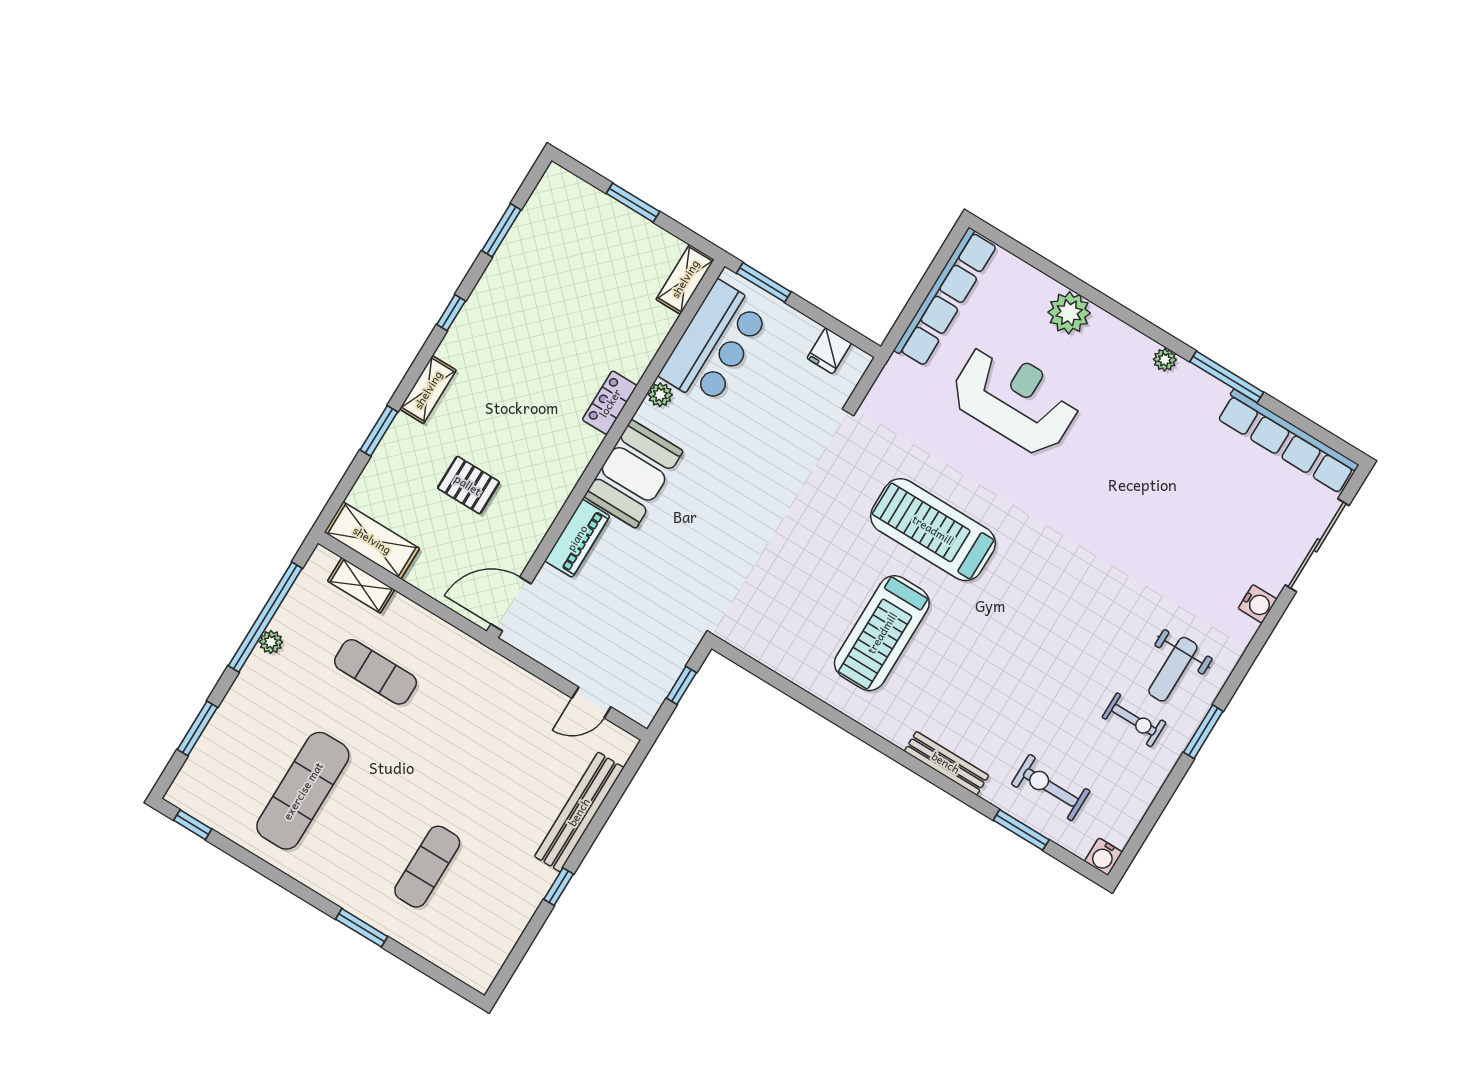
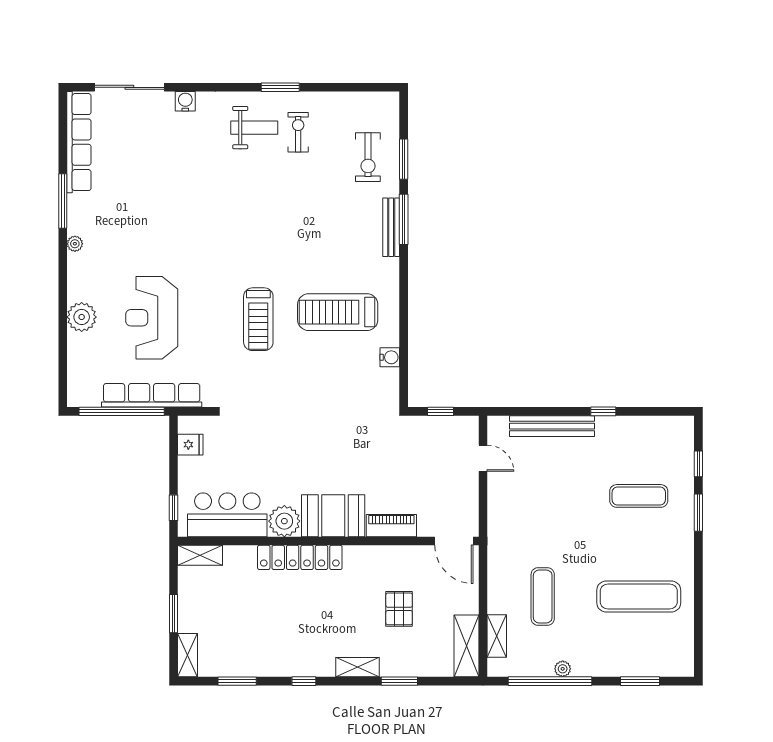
shelving: (571, 188) -> (188, 655), added
window: (764, 282) -> (174, 508), width x0.67
window: (922, 291) -> (122, 411), added
row of seats: (946, 297) -> (152, 395), moved
plant: (660, 395) -> (284, 521), width x1.87, depth x1.87
locker: (610, 403) -> (300, 557), width x2.16, depth x1.21
treadmill: (933, 530) -> (258, 319), width x0.73, depth x0.73
treadmill: (882, 633) -> (338, 312), turned 180
window: (947, 785) -> (404, 219), added
window: (193, 825) -> (698, 464), moved
water cooler: (1103, 857) -> (390, 357), moved

